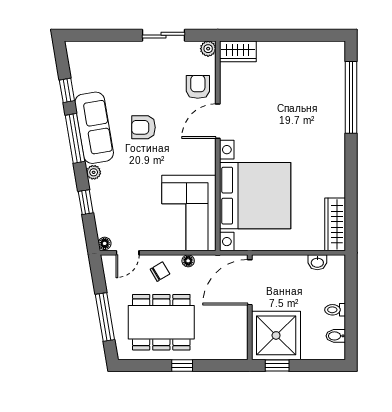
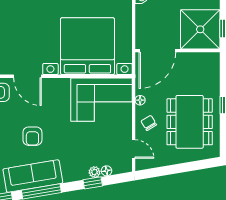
plant: (94, 172) -> (94, 172), moved
floor lamp: (105, 243) -> (107, 171), moved
door: (250, 282) -> (157, 51), hinge flipped
window: (105, 317) -> (185, 167), removed

